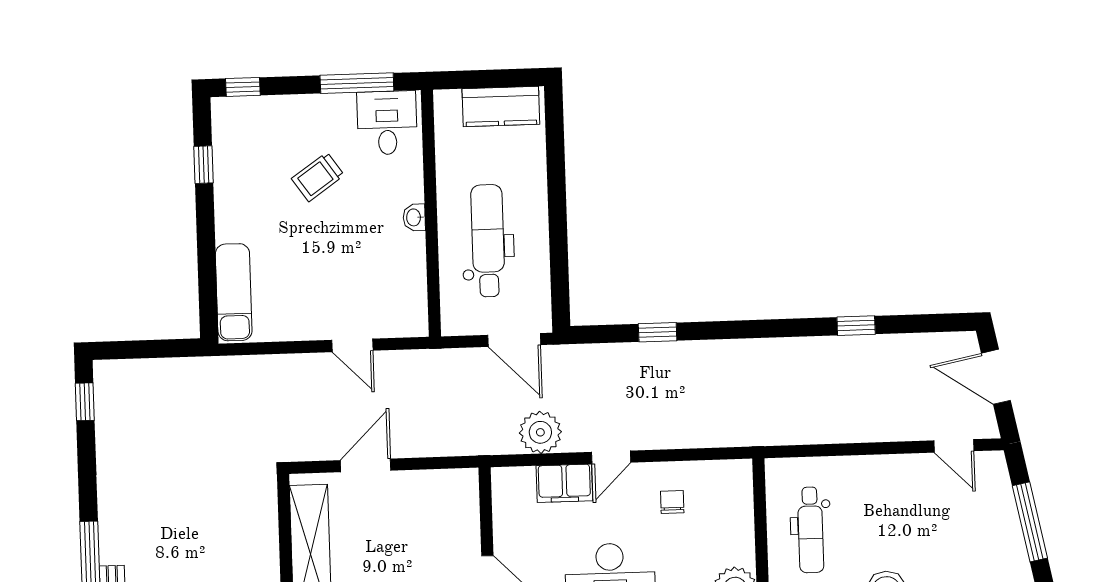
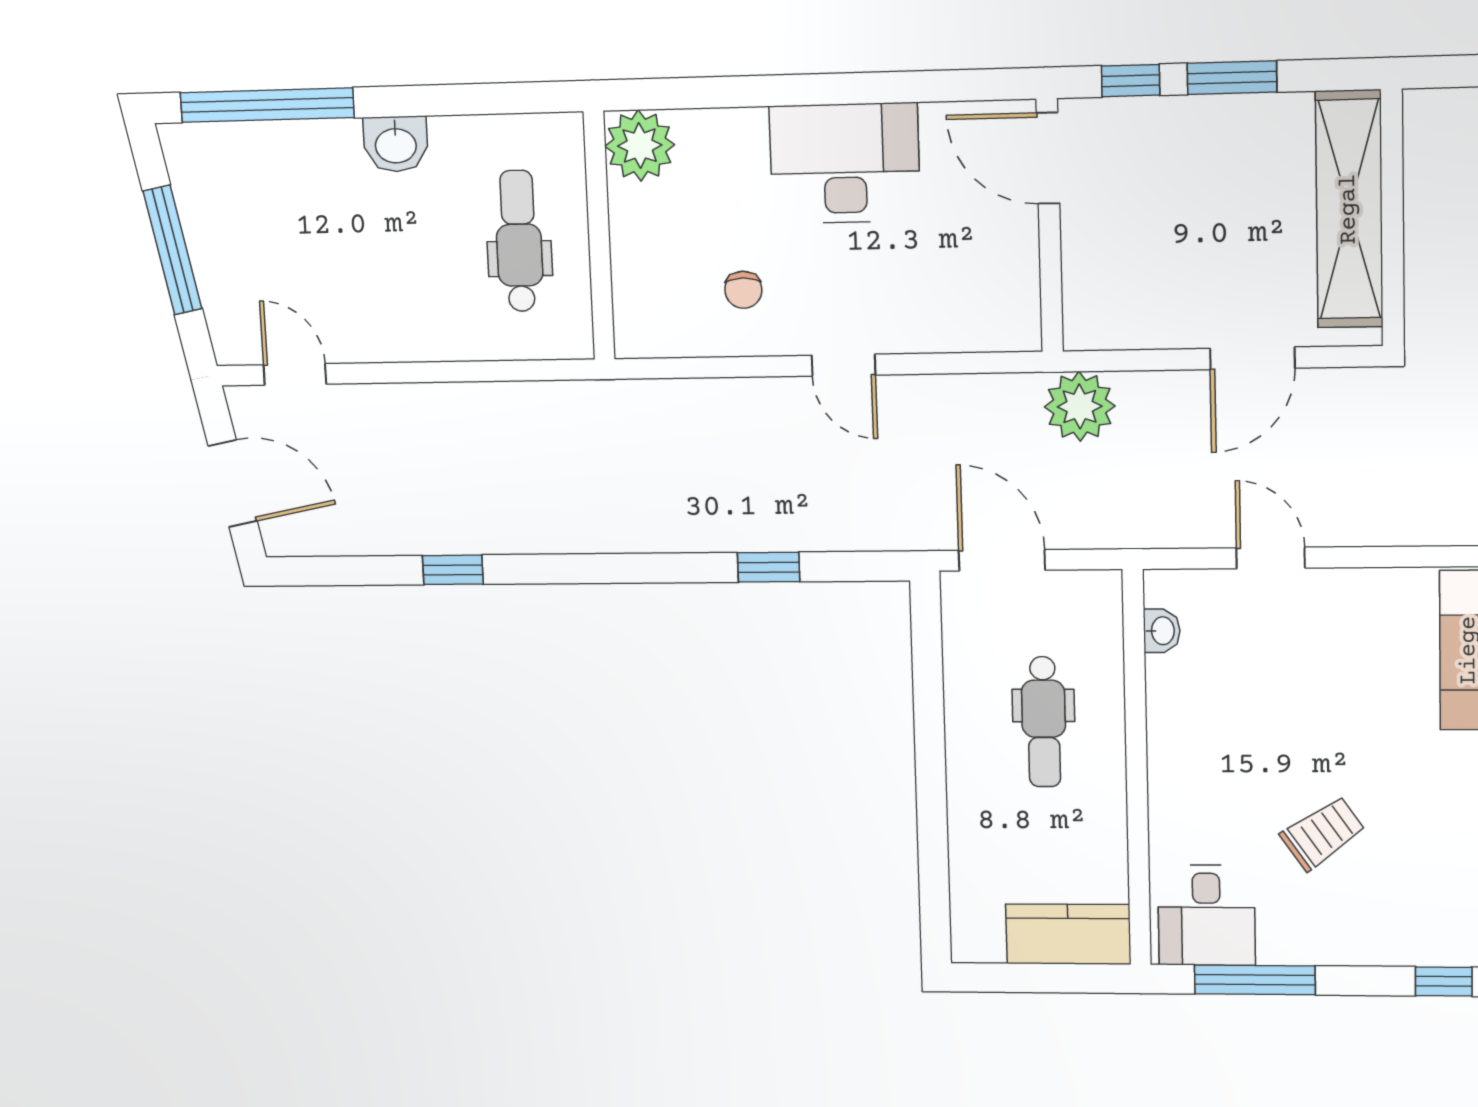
kitchen counter: (501, 106) -> (1068, 934), moved
washbasin: (414, 217) -> (1162, 631), moved
dental chair: (488, 241) -> (1044, 722), width x0.73, depth x0.72
plant: (540, 432) -> (1080, 406), moved
door: (611, 457) -> (844, 365), swing flipped
filing cabinet: (564, 483) -> (920, 323), removed

